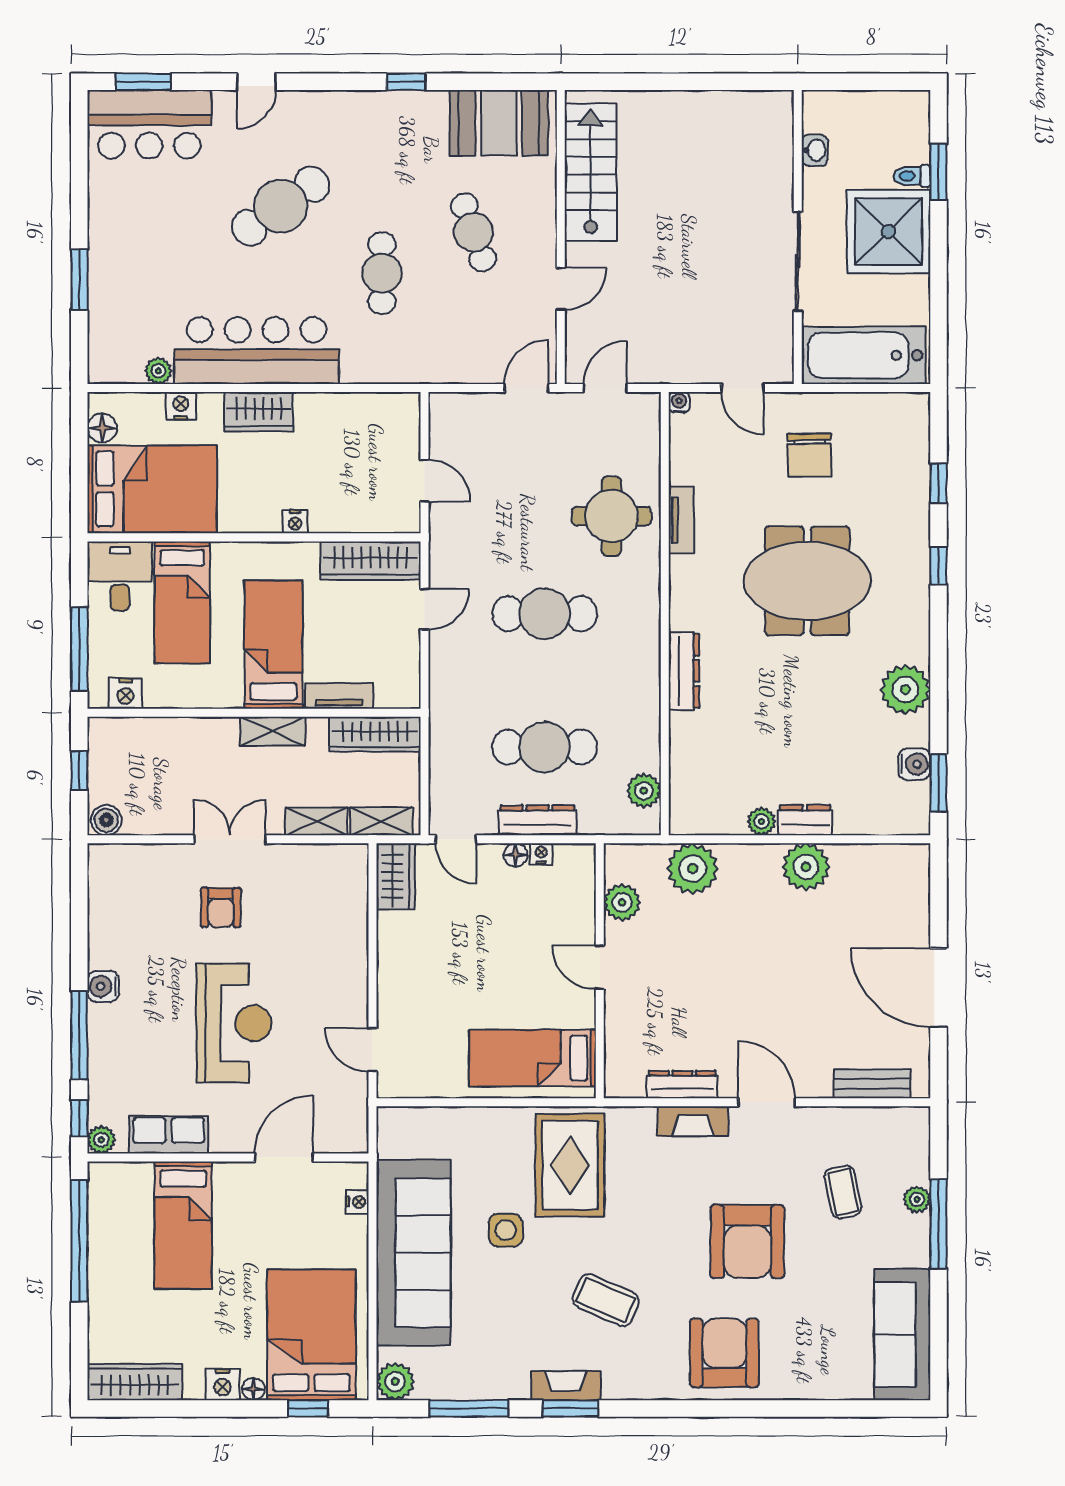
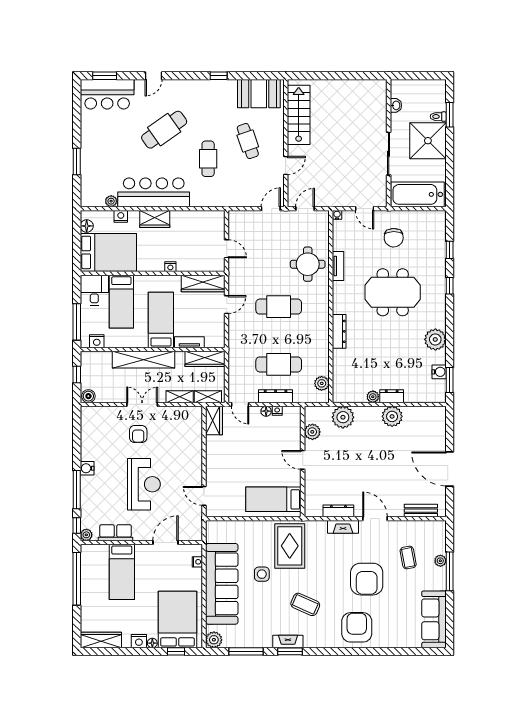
shelving: (272, 731) -> (144, 360), width x2.20, depth x1.33

